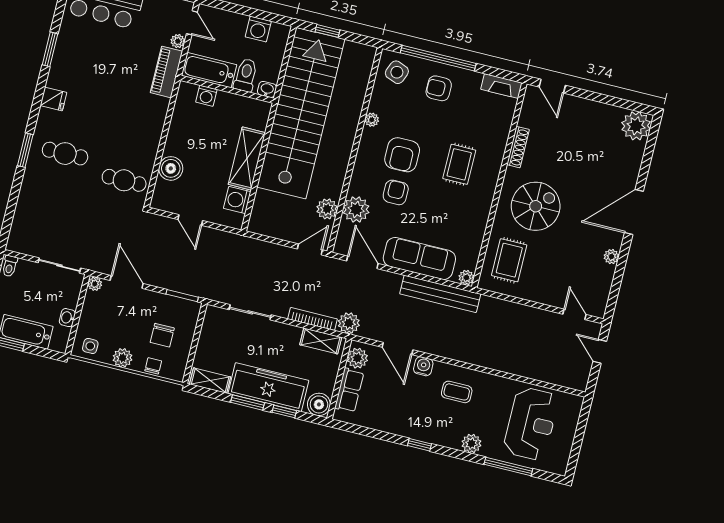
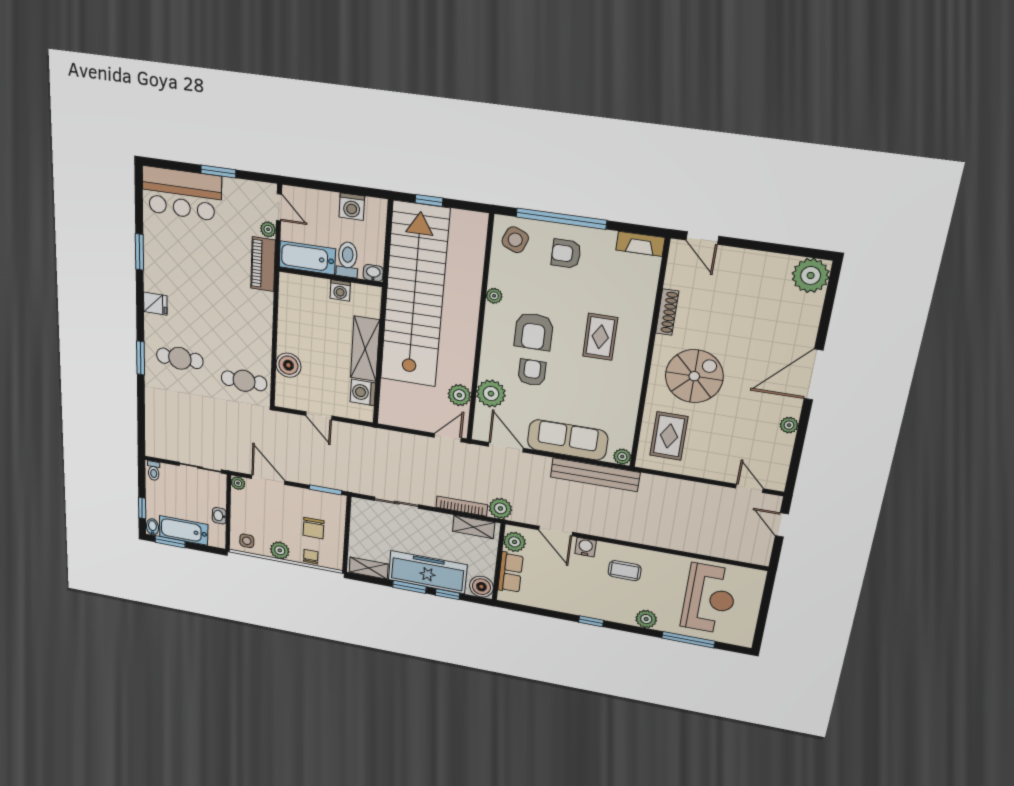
washing machine: (206, 96) -> (340, 290), moved

